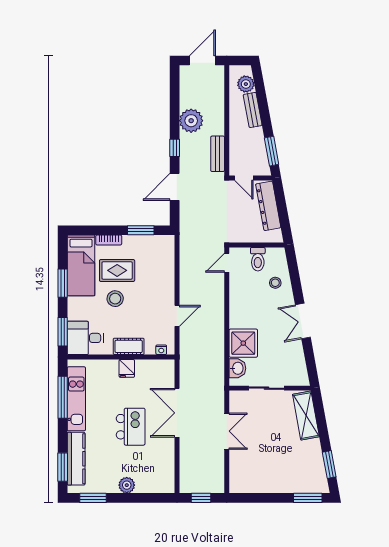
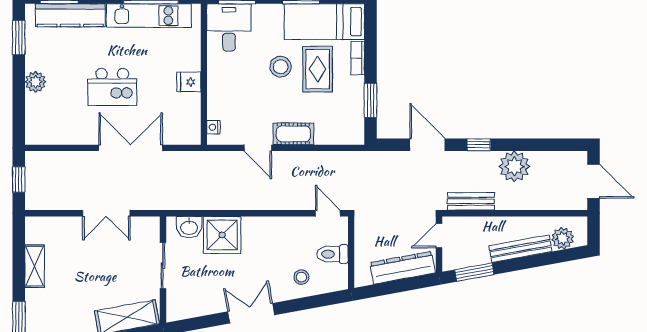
bench: (253, 110) -> (521, 249), width x1.36
cot: (129, 346) -> (293, 134), moved, turned 90
shelving: (267, 486) -> (35, 266), added

